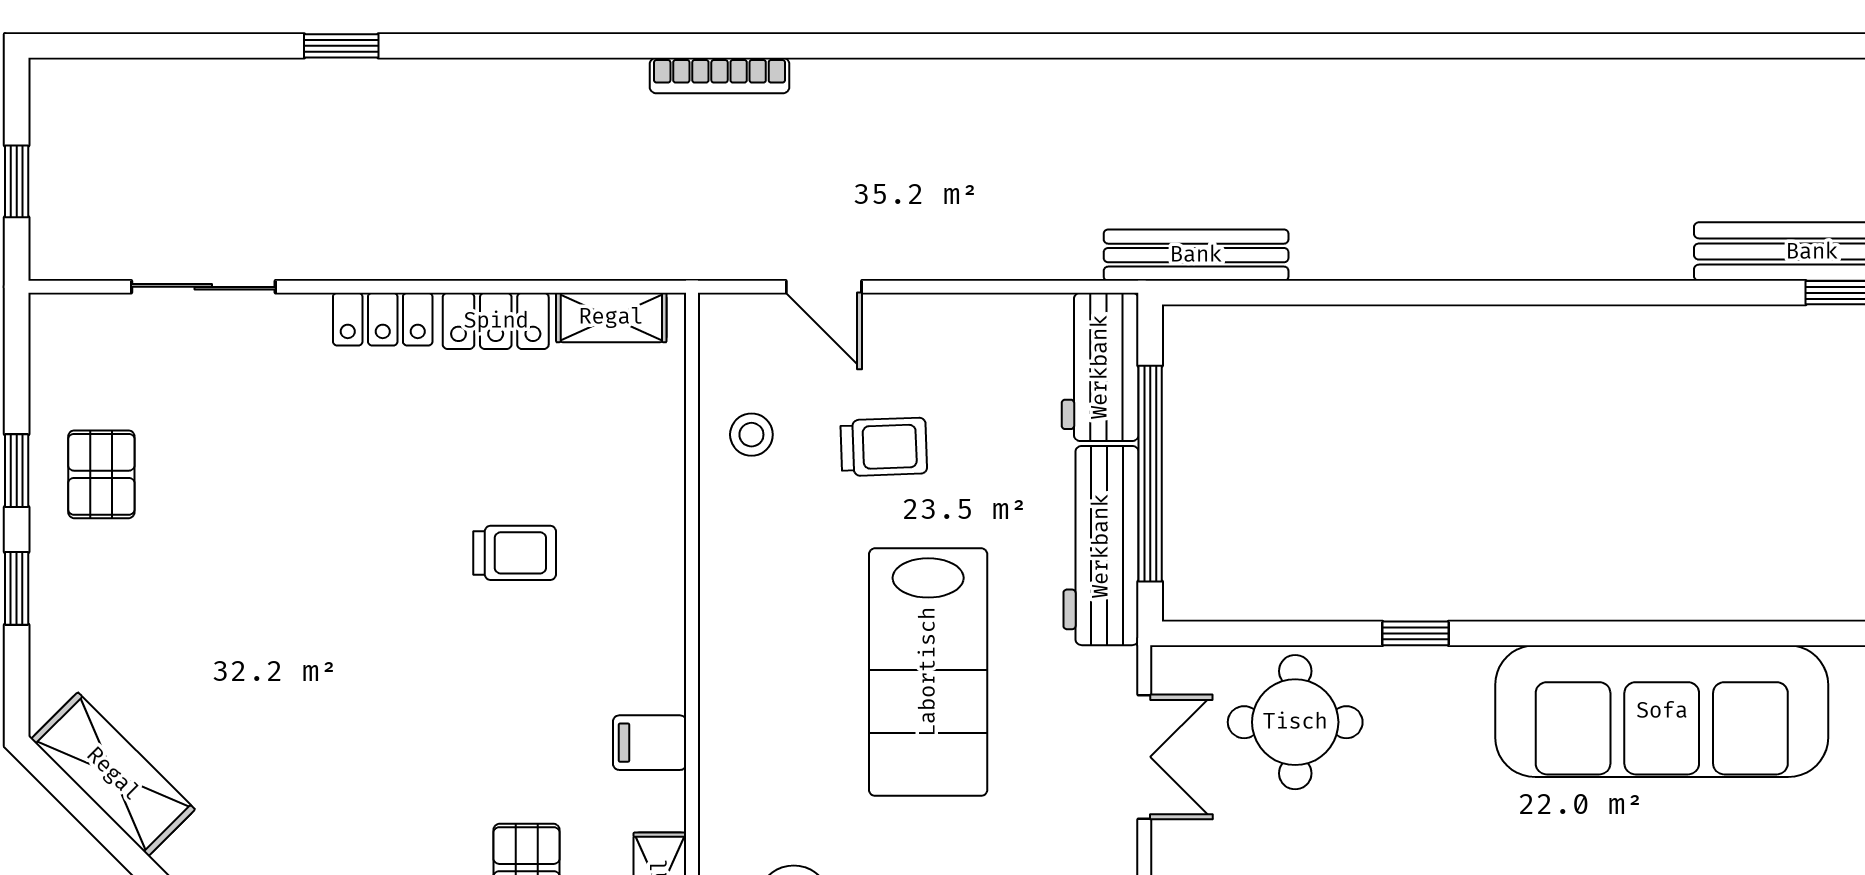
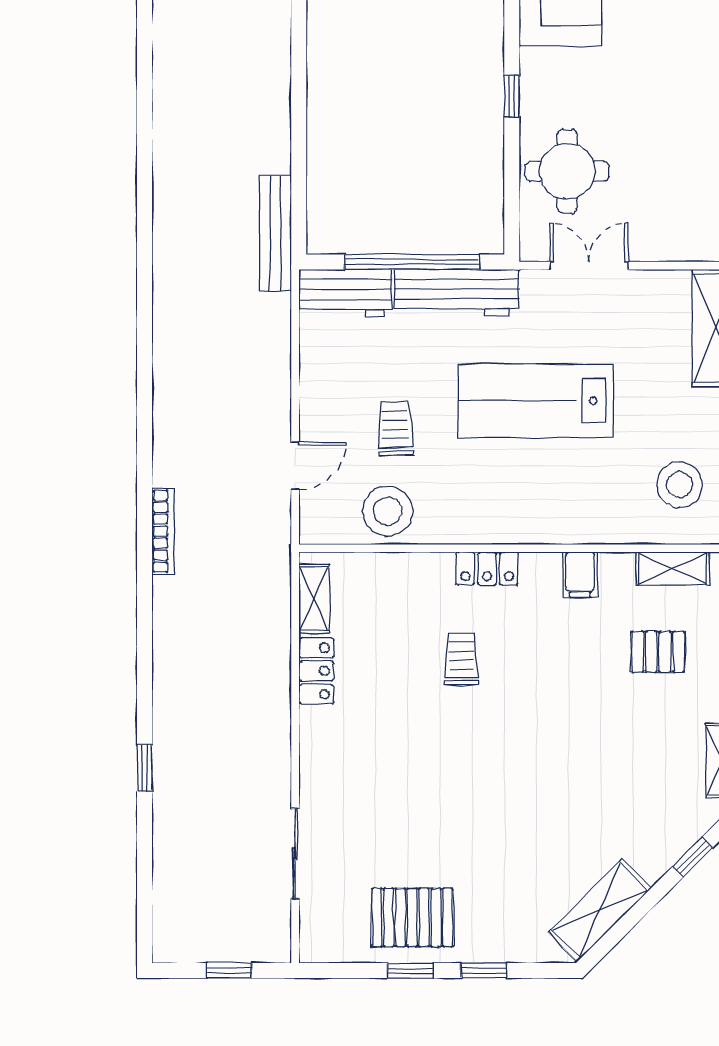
locker: (383, 319) -> (487, 569), moved, turned 90
stool: (751, 435) -> (388, 511), width x1.89, depth x1.89
pallet: (101, 474) -> (412, 917), width x1.50, depth x1.42
lab bench: (928, 672) -> (536, 401), turned 180

